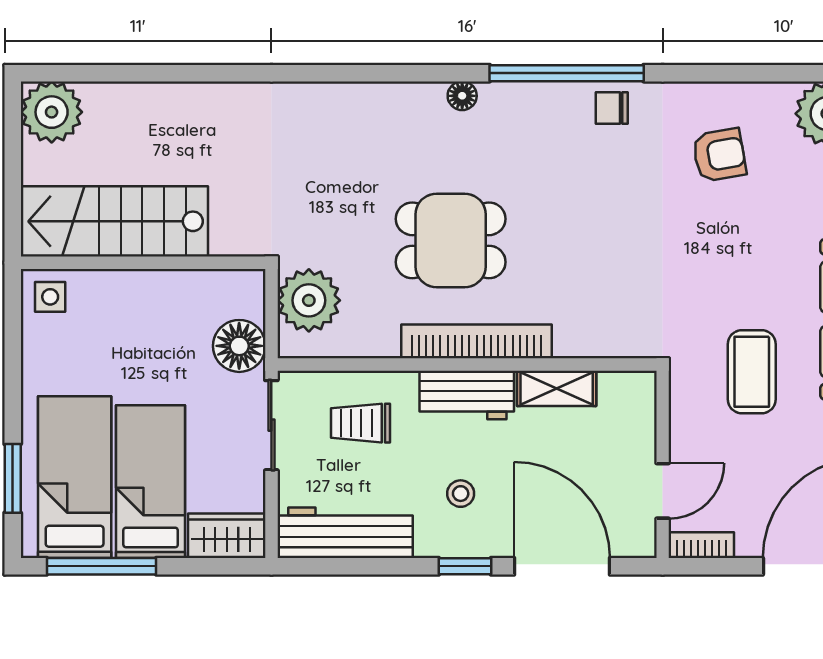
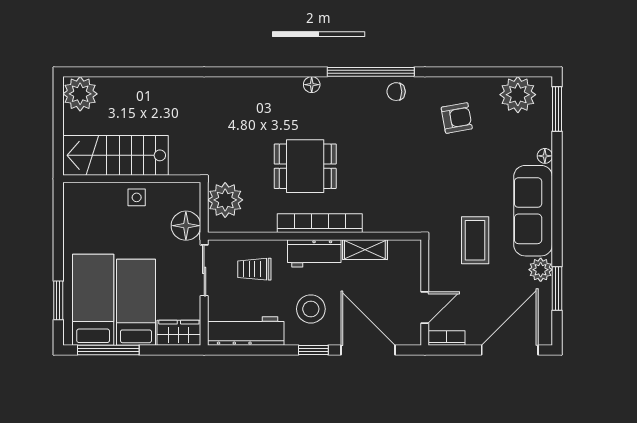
side table: (50, 297) -> (137, 197), moved
stool: (461, 494) -> (311, 309), width x1.89, depth x1.89

